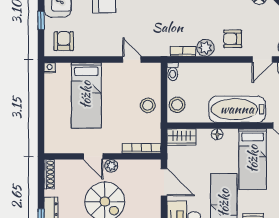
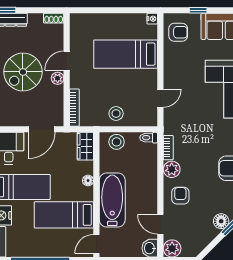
shoe rack: (49, 174) -> (54, 18), width x0.70

